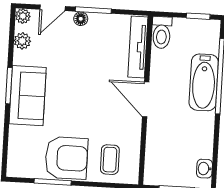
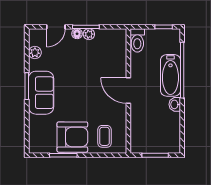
plant: (23, 16) -> (89, 34), moved
tv unit: (138, 47) -> (120, 52), removed
washbasin: (204, 169) -> (175, 104), moved

